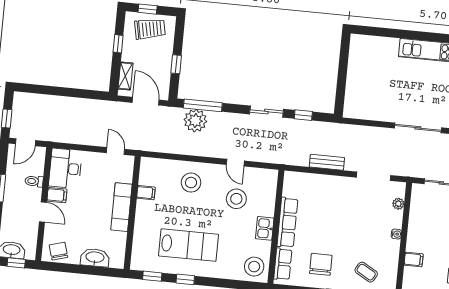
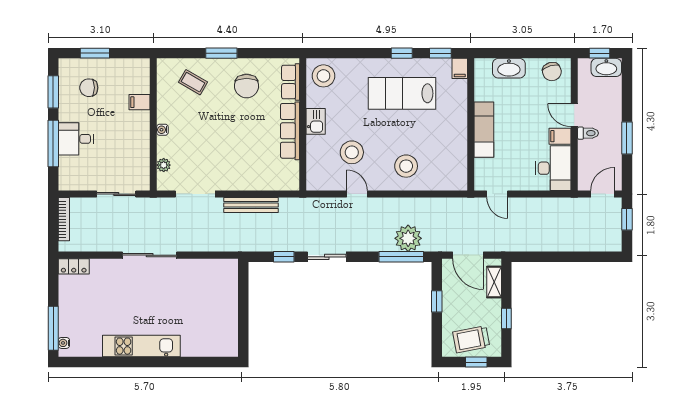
bench: (327, 162) -> (251, 205), width x1.36
toilet: (34, 181) -> (588, 133), moved
filing cabinet: (146, 193) -> (460, 68), moved, turned -90

